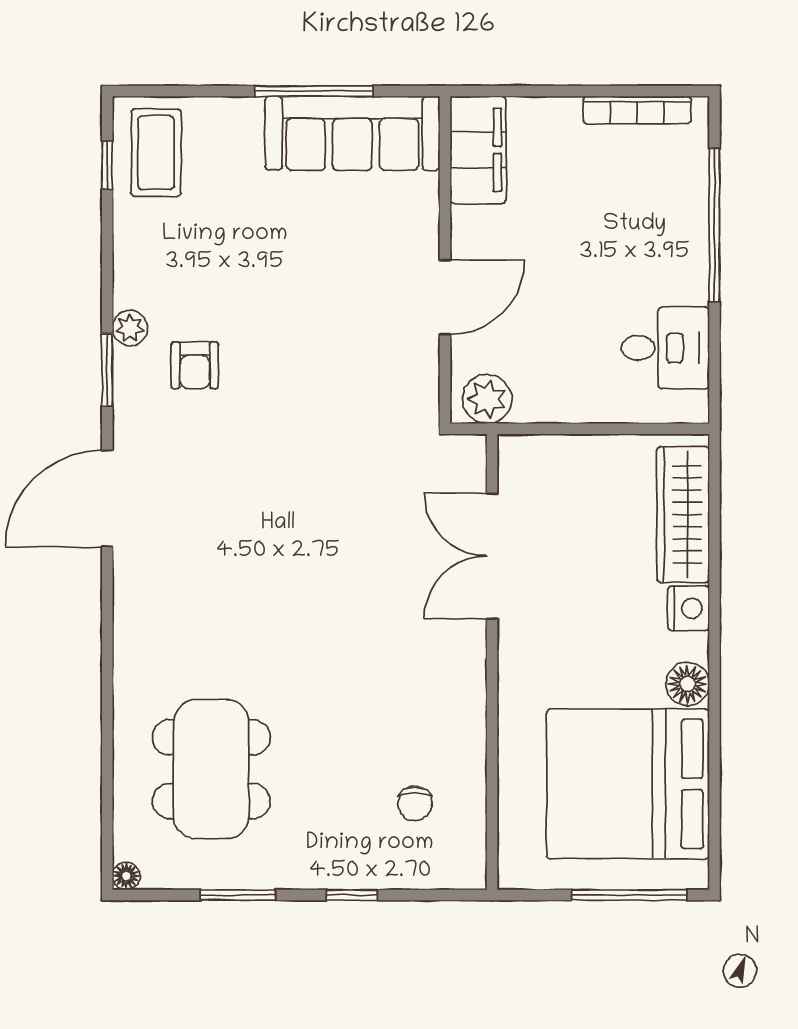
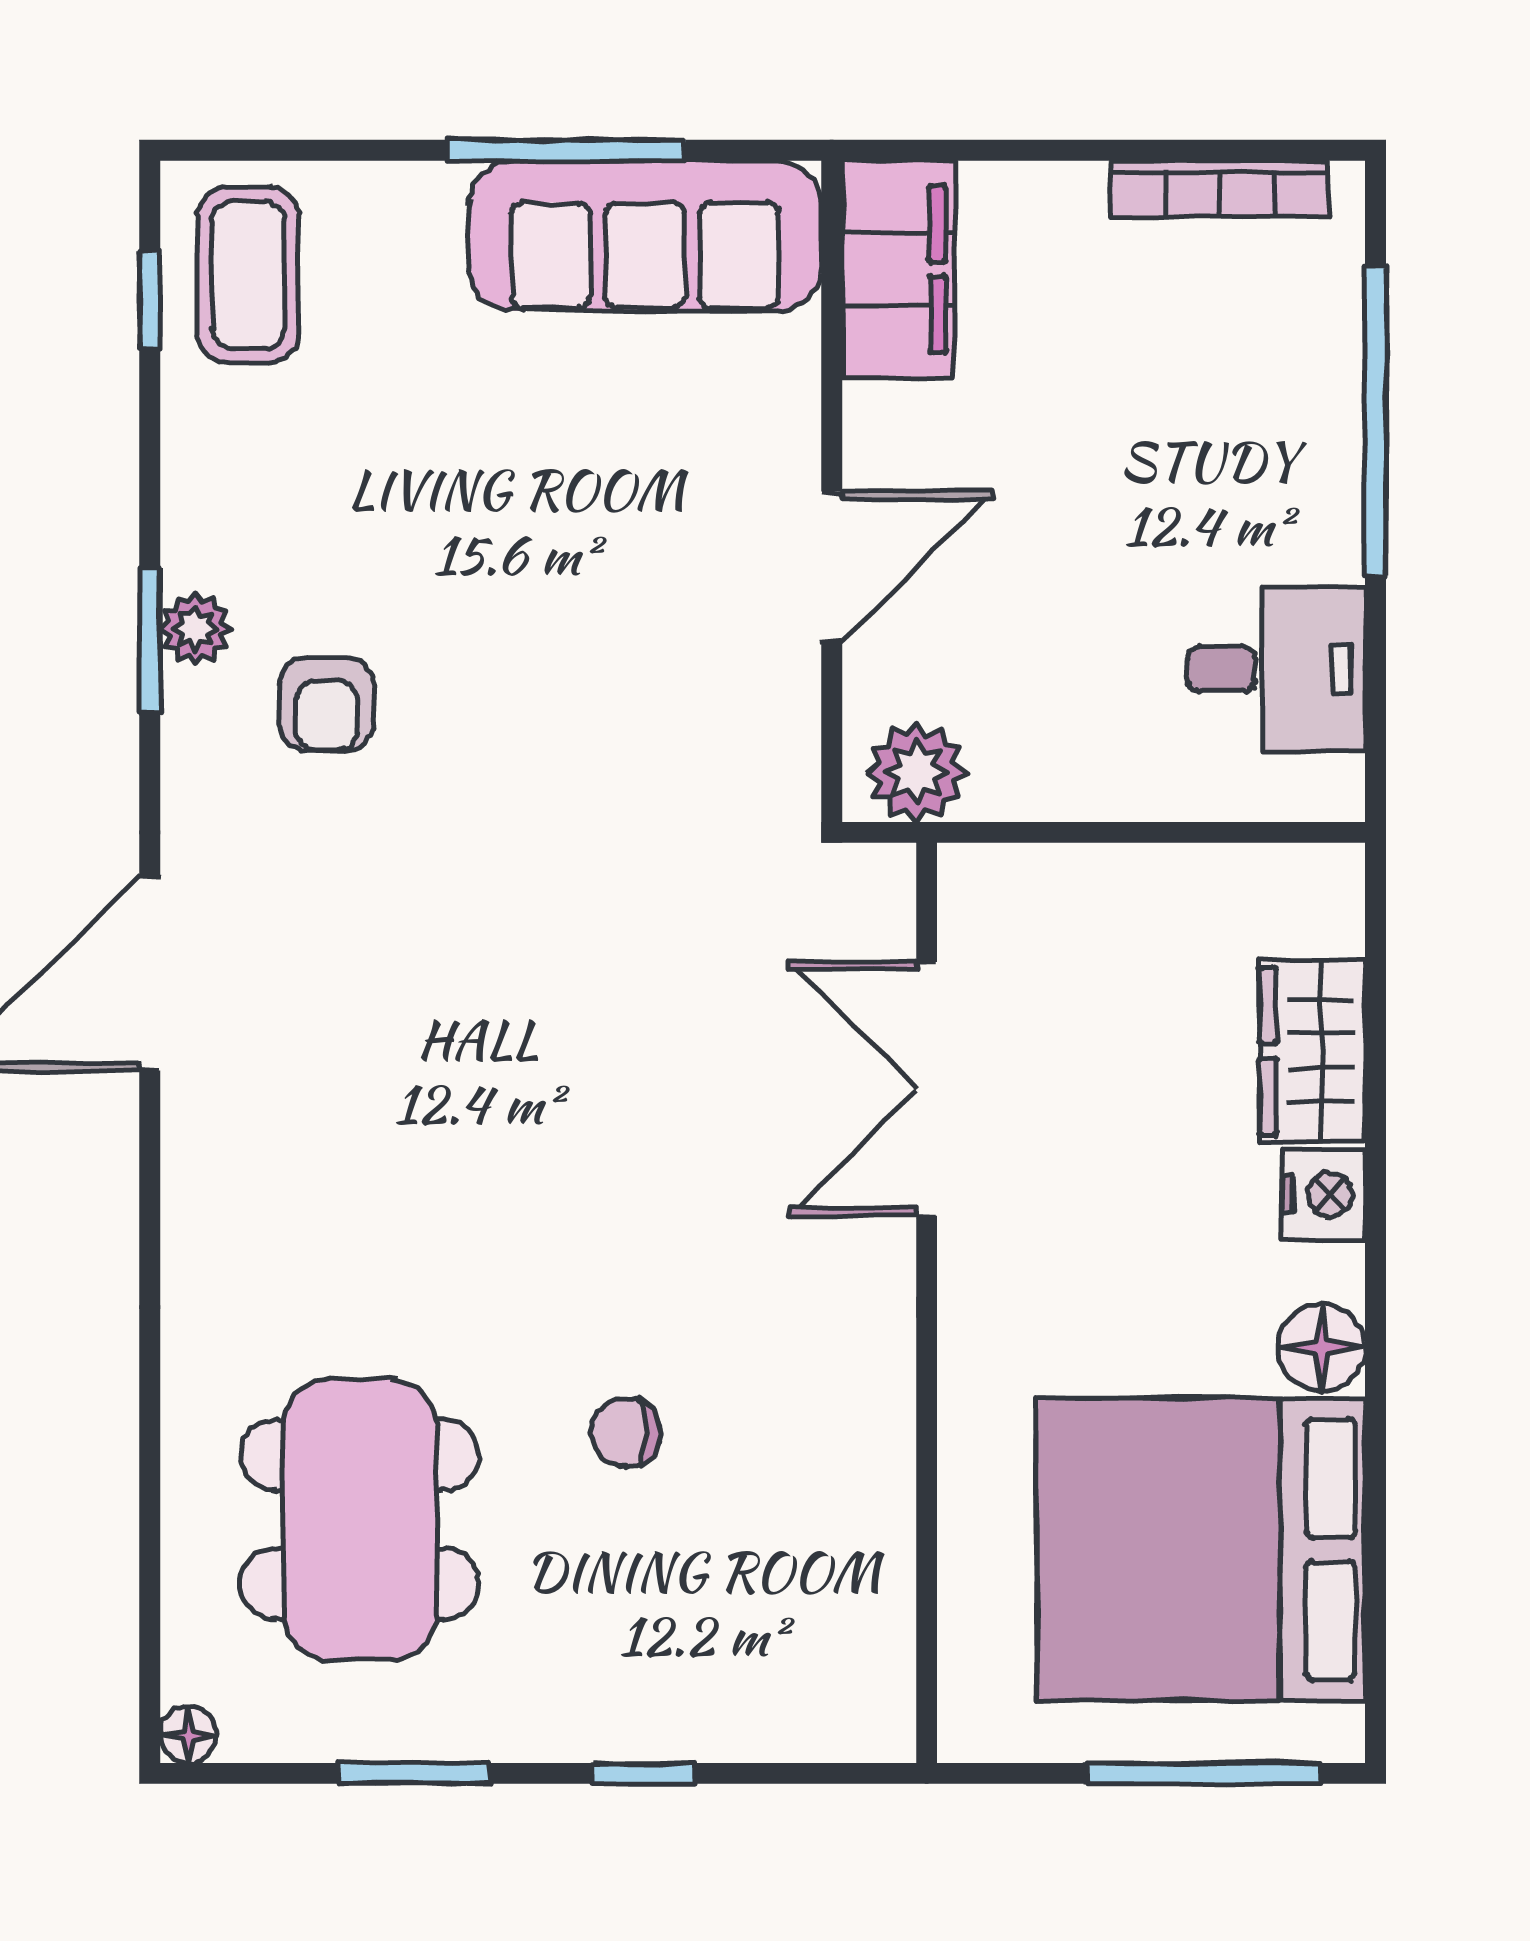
window: (107, 370) -> (150, 641), moved
wardrobe: (683, 514) -> (1312, 1051), width x0.67
chair: (415, 803) -> (626, 1432), moved, turned 90

